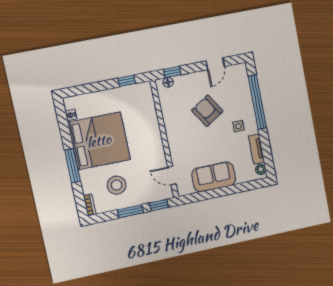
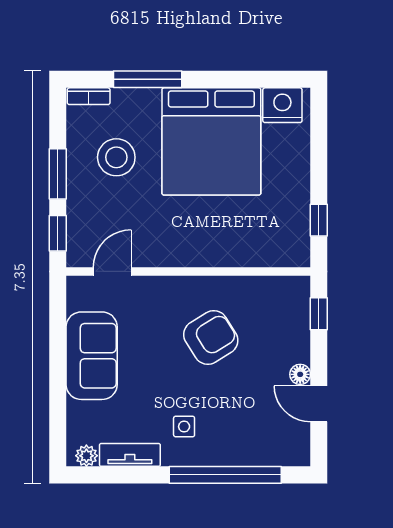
floor lamp: (168, 82) -> (300, 374), moved
armchair: (207, 111) -> (211, 338), moved
nightstand: (71, 115) -> (282, 105), width x1.89, depth x1.79
window: (72, 166) -> (148, 79), moved

